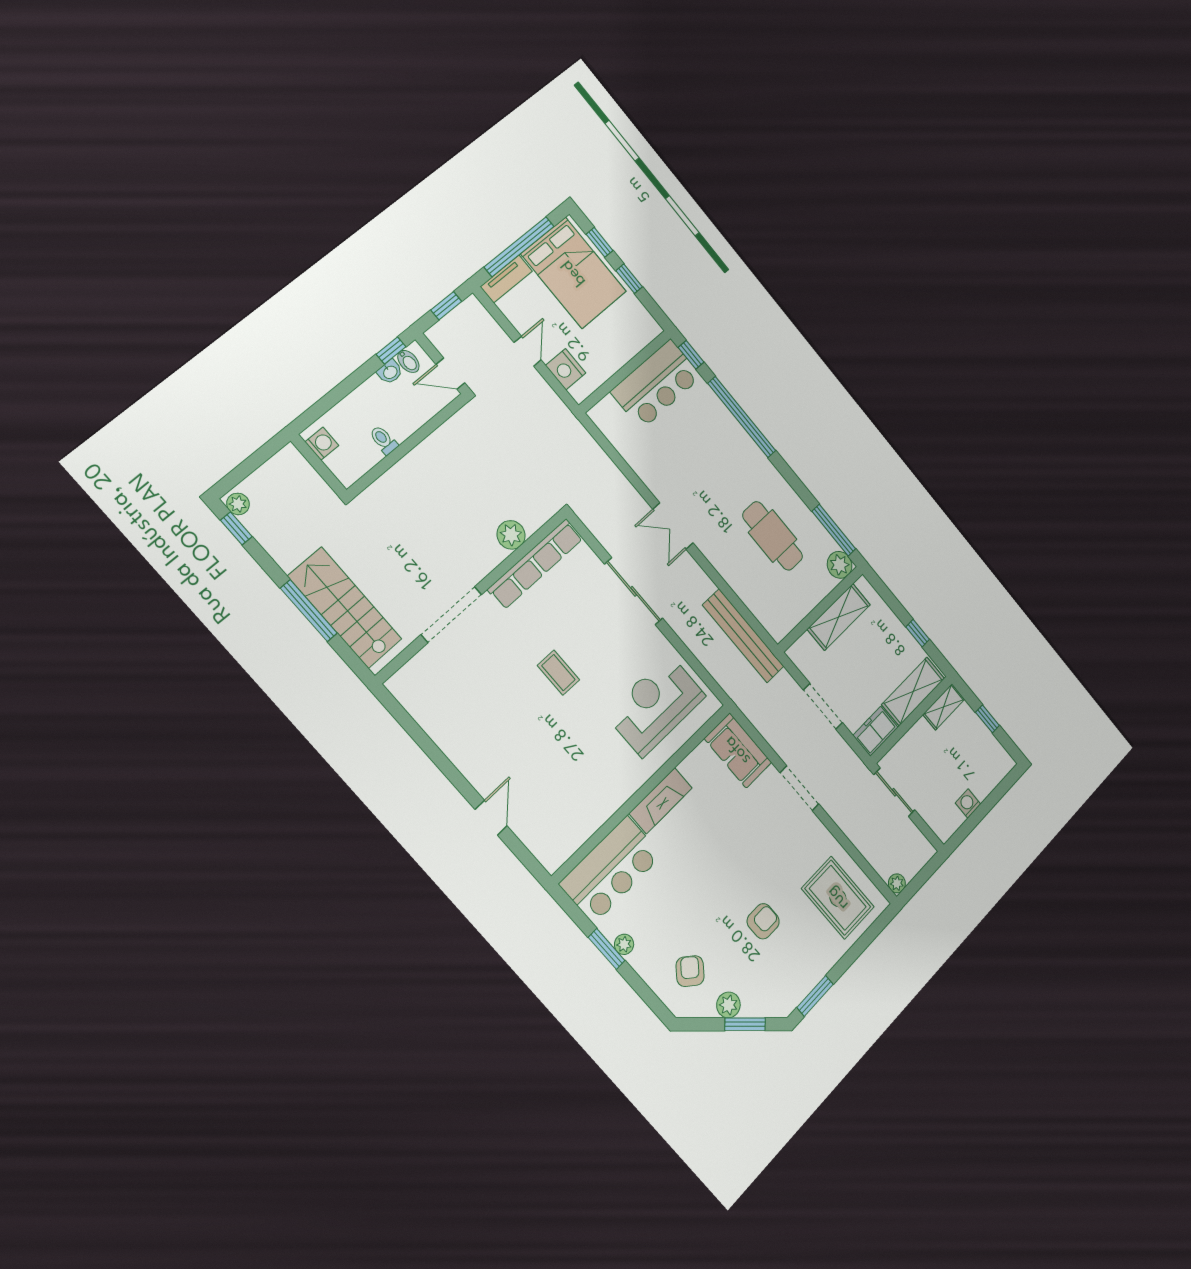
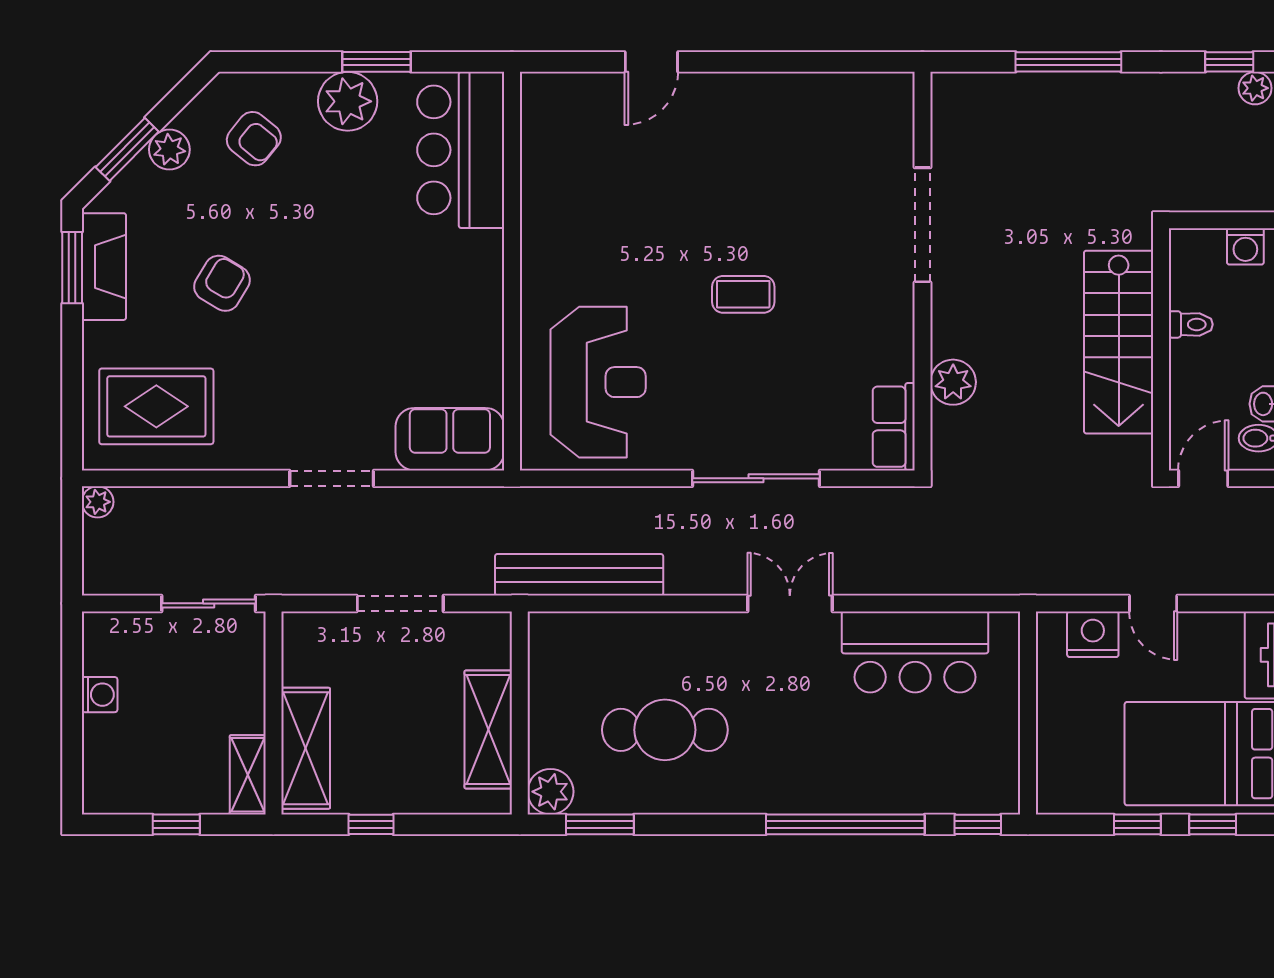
bar counter: (656, 384) -> (915, 652), moved, turned -90
window: (834, 530) -> (600, 824), width x0.69
row of seats: (536, 564) -> (894, 427), width x0.50
stairs: (345, 608) -> (1119, 342), moved, turned 90
freezer: (876, 731) -> (305, 648), removed
fireplace: (661, 801) -> (104, 267), moved, turned 180
door: (491, 818) -> (651, 62), hinge flipped
armchair: (763, 921) -> (222, 283), turned -149
plant: (624, 944) -> (348, 101), width x1.88, depth x1.88

